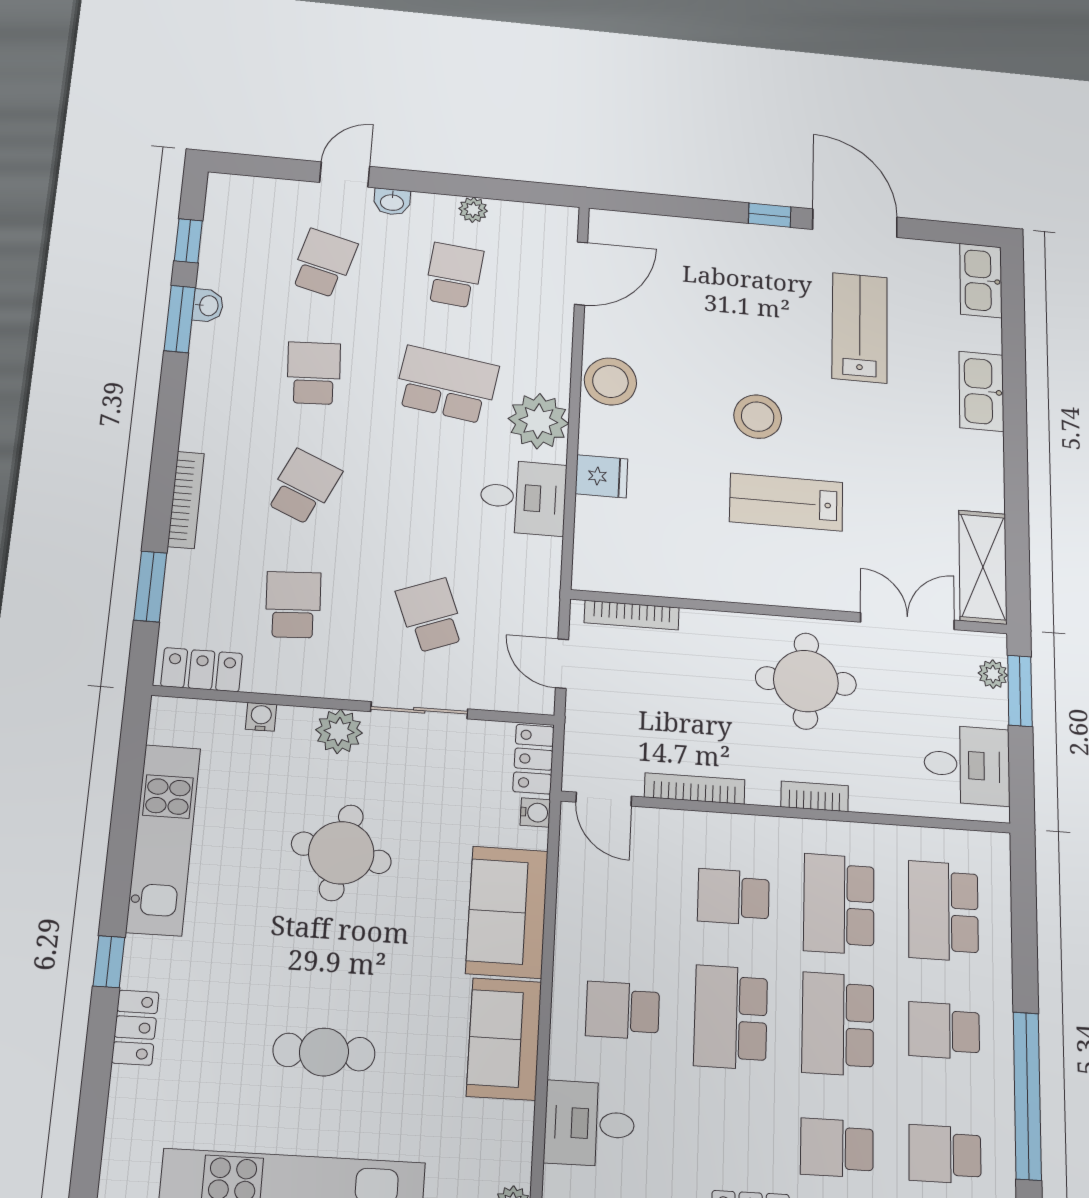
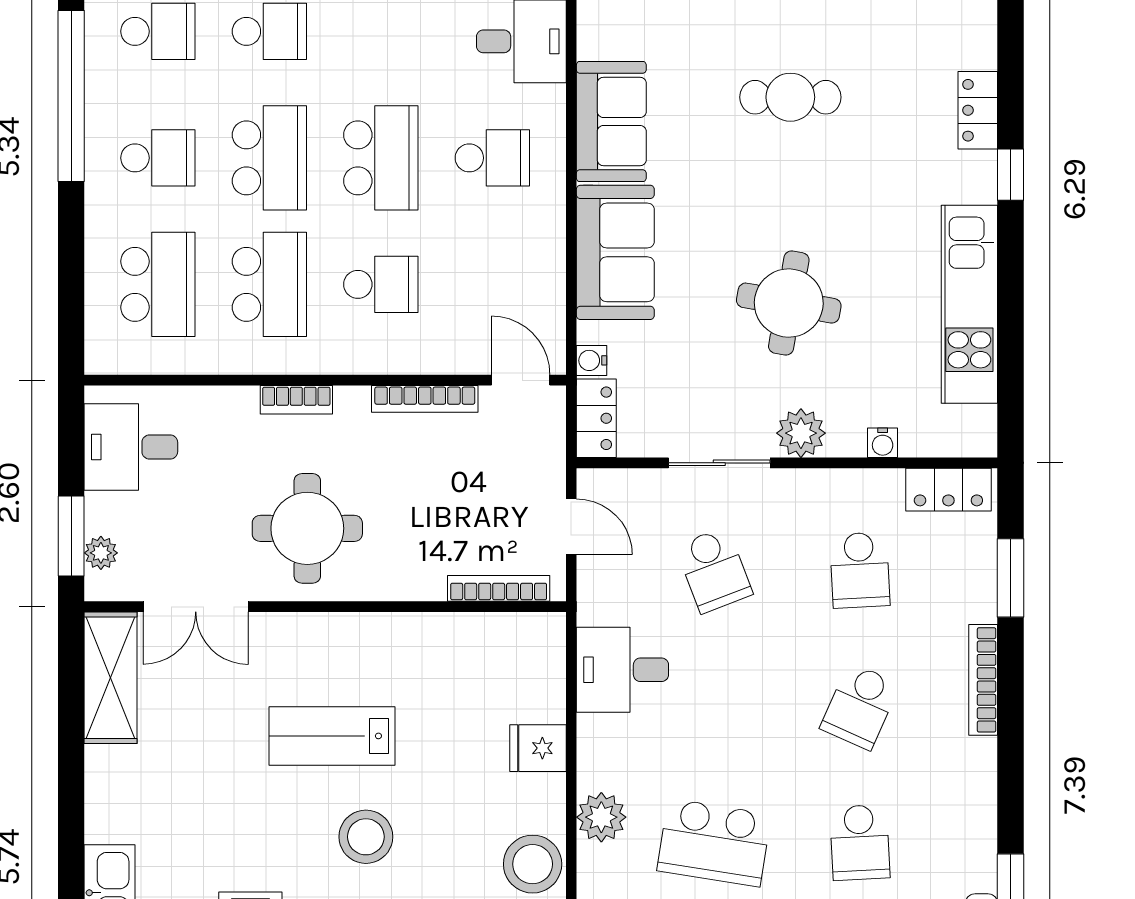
plant: (538, 421) -> (601, 817), width x0.73, depth x0.73
desk: (523, 497) -> (622, 670), moved
lab bench: (786, 502) -> (332, 736), turned 180

